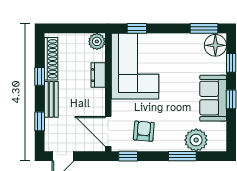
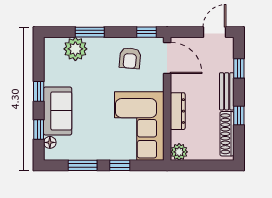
window: (137, 28) -> (120, 165), moved
window: (204, 28) -> (83, 165), moved
floor lamp: (215, 45) -> (50, 142), width x0.53, depth x0.53
dresser: (98, 75) -> (178, 111), width x1.44
sofa: (213, 98) -> (58, 111), moved

